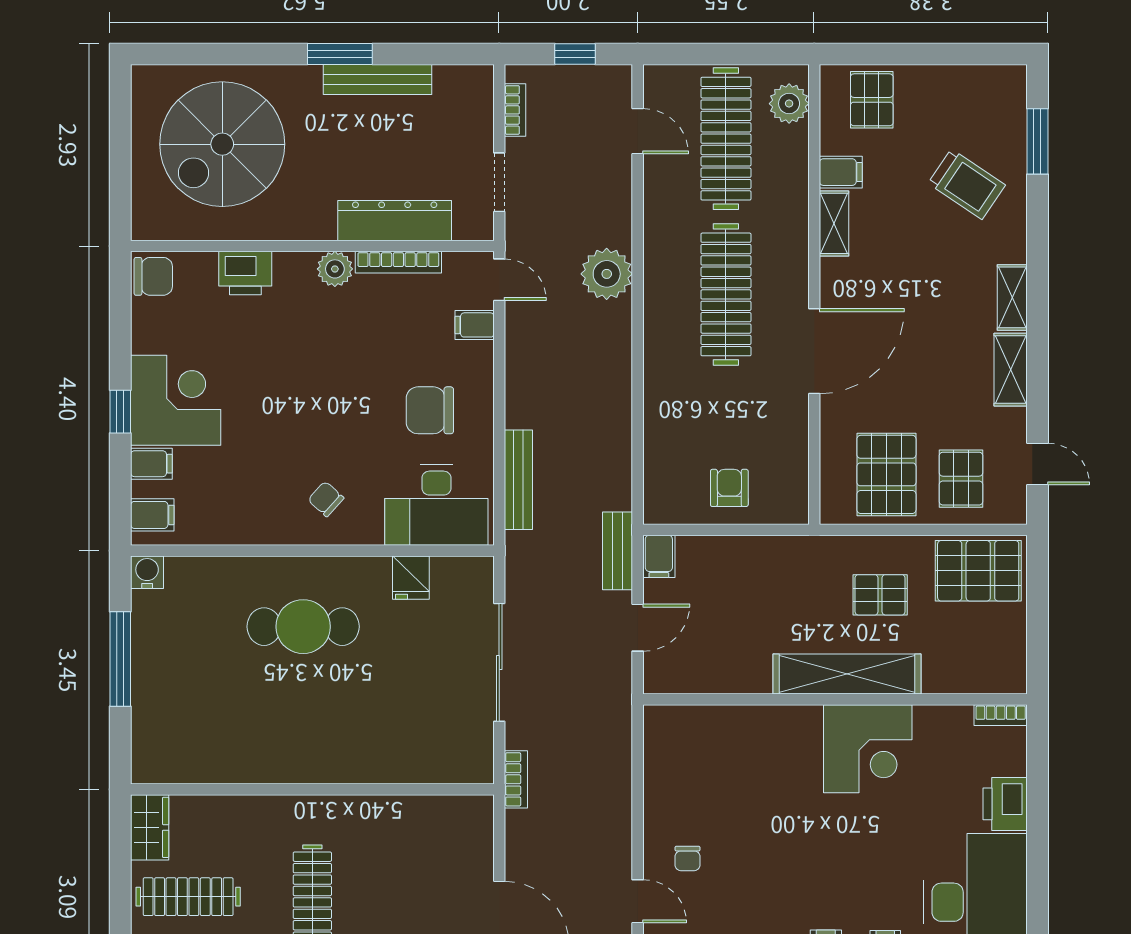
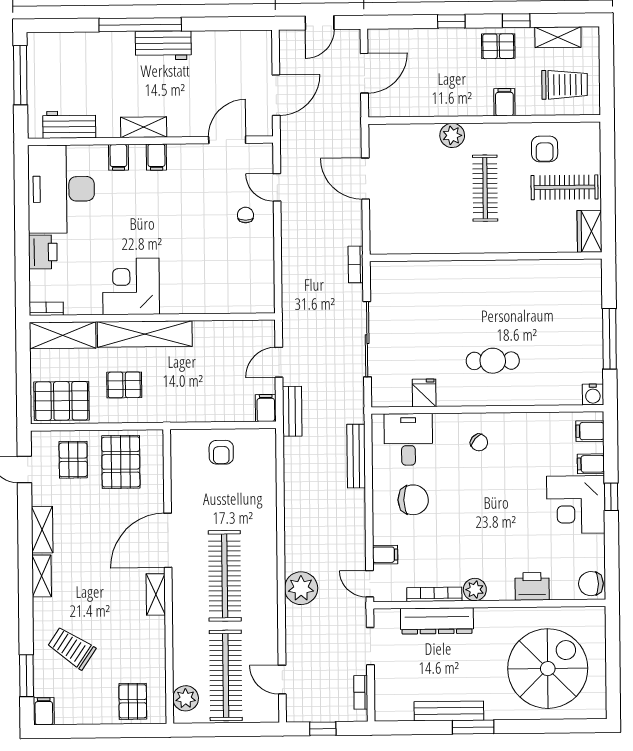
filing cabinet: (841, 172) -> (44, 711), moved, turned 90
shelving: (834, 223) -> (156, 594), moved
desk: (436, 505) -> (408, 439), width x0.73
cafe table: (303, 627) -> (493, 361), width x0.73, depth x0.74
shelving: (975, 674) -> (63, 335), added

